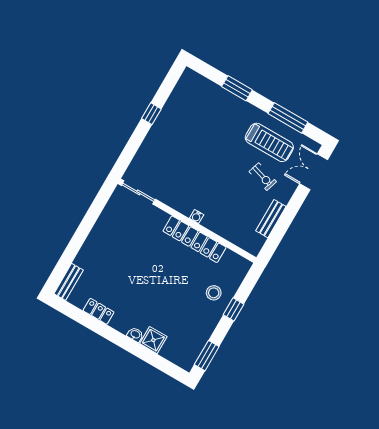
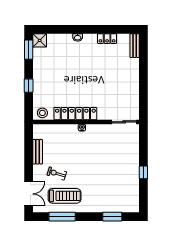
window: (237, 88) -> (112, 217), moved
treadmill: (269, 142) -> (65, 196), turned 180
stool: (214, 293) -> (42, 113), moved
shower: (153, 340) -> (40, 40), moved

